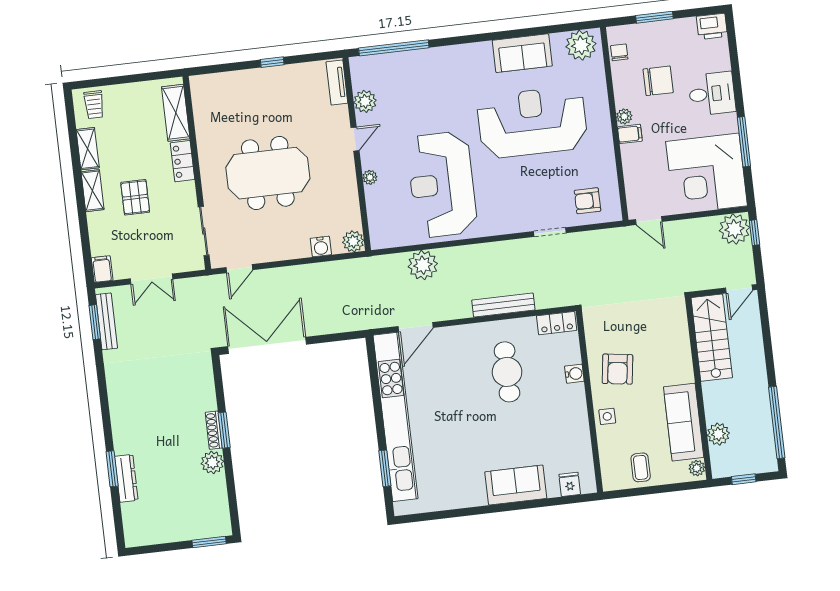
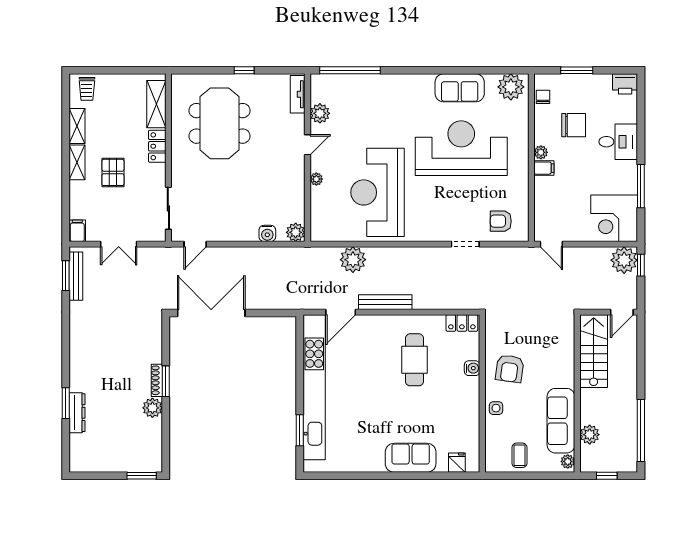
meeting table: (268, 173) -> (220, 123), moved, turned 90
corner desk: (707, 174) -> (614, 218), width x0.74, depth x0.74
bench: (503, 305) -> (385, 302), moved

